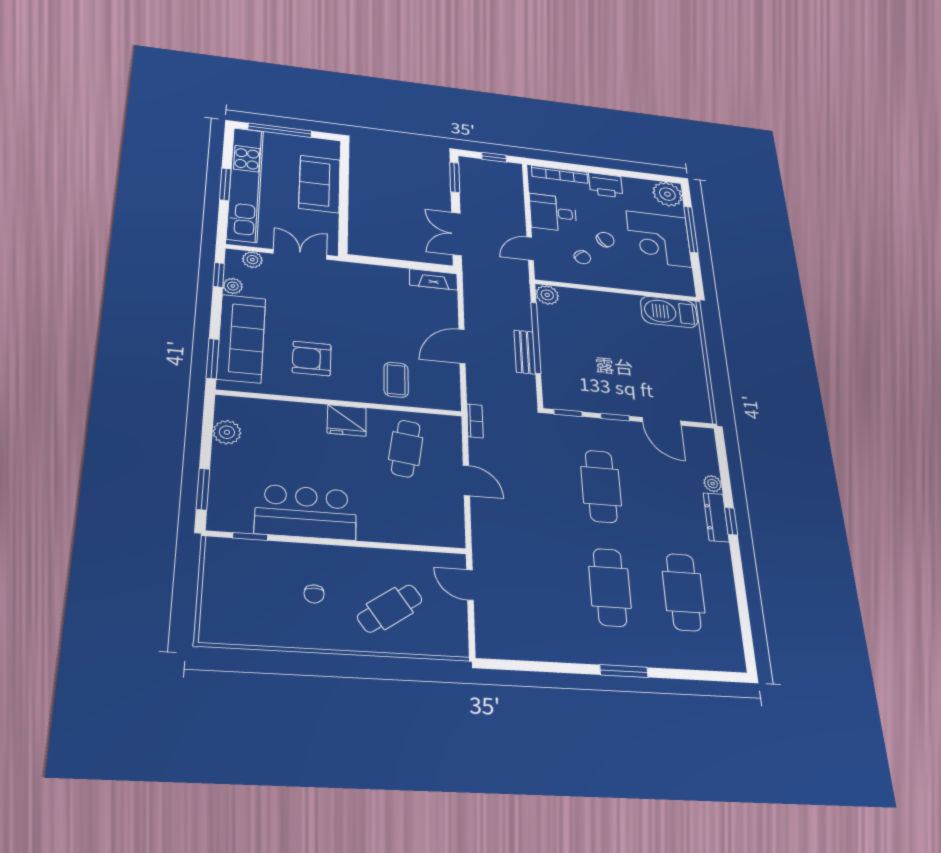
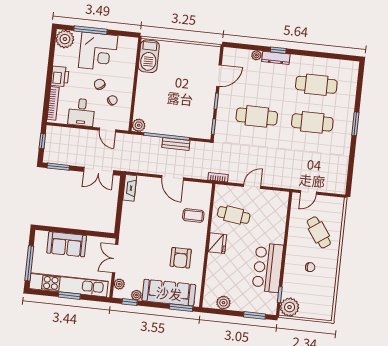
plant: (224, 556) -> (290, 307), added

